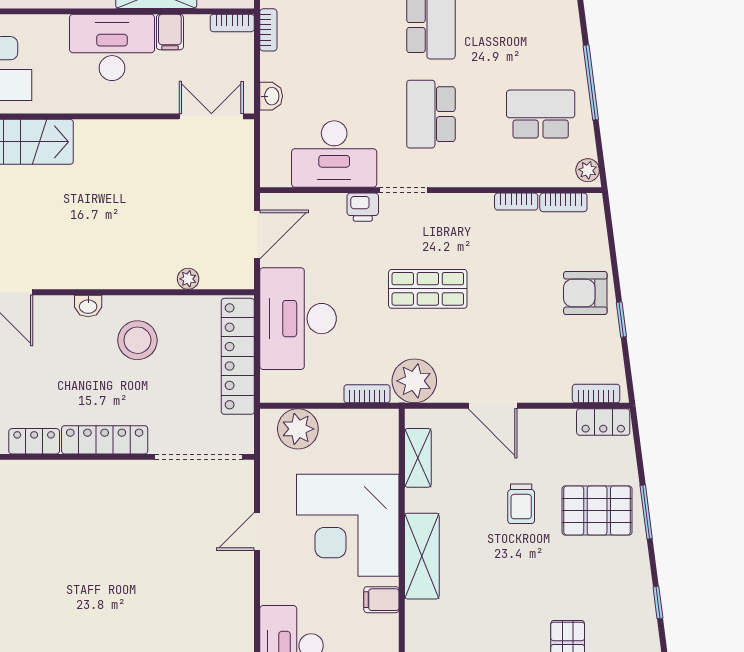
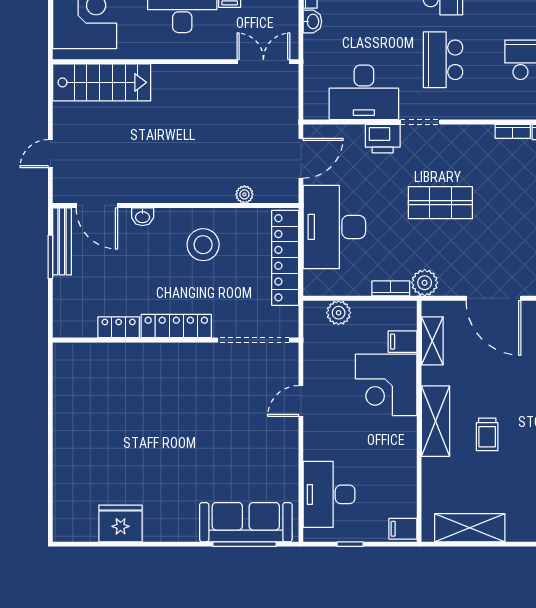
washbasin: (271, 96) -> (312, 21), moved
printer: (363, 207) -> (383, 139), width x1.36, depth x1.24
washbasin: (88, 306) -> (143, 217), moved
plant: (414, 381) -> (425, 283), width x0.73, depth x0.73
door: (493, 406) -> (493, 298), width x1.36
plant: (298, 429) -> (339, 313), width x0.73, depth x0.73
trolley: (521, 504) -> (487, 434), moved
corner desk: (348, 525) -> (386, 385), width x0.74, depth x0.74
filing cabinet: (381, 600) -> (403, 342), moved

